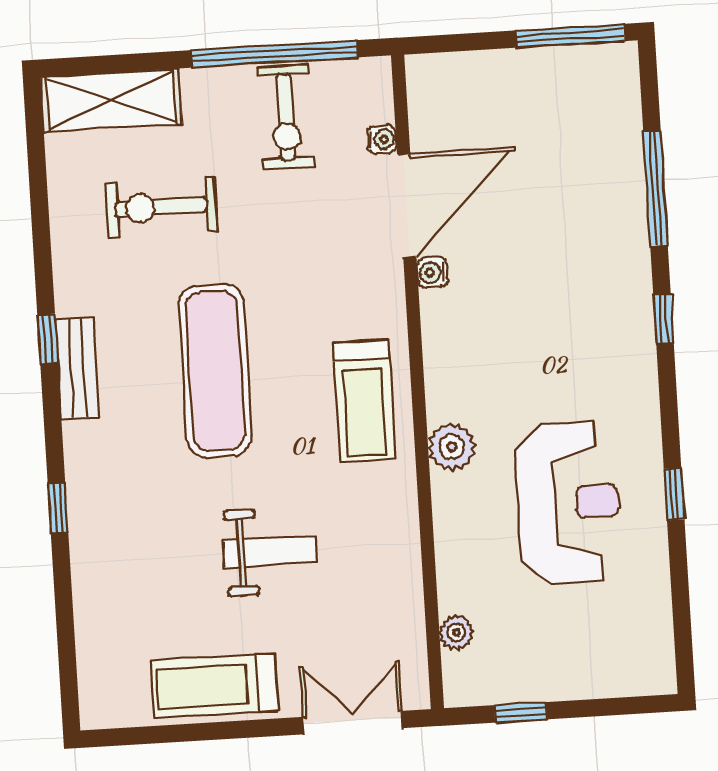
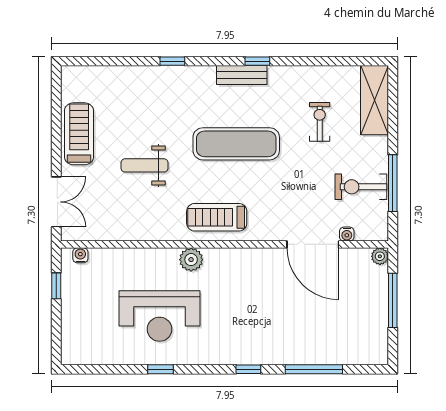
window: (570, 36) -> (393, 300), moved
window: (275, 54) -> (393, 183), width x0.68
exercise bike: (161, 207) -> (320, 122), width x0.73, depth x0.72
water cooler: (432, 272) -> (80, 255), moved
weight bench: (269, 551) -> (144, 165), turned 90
plant: (456, 632) -> (380, 256), moved

